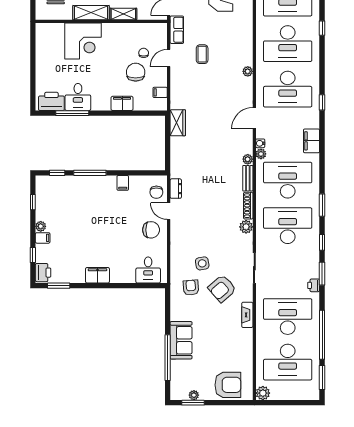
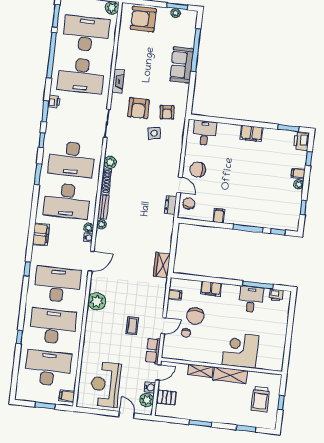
plant: (248, 71) -> (97, 301), width x1.87, depth x1.87
printer: (51, 101) -> (276, 295), width x0.53, depth x0.68
armchair: (222, 289) -> (138, 108), turned 131

